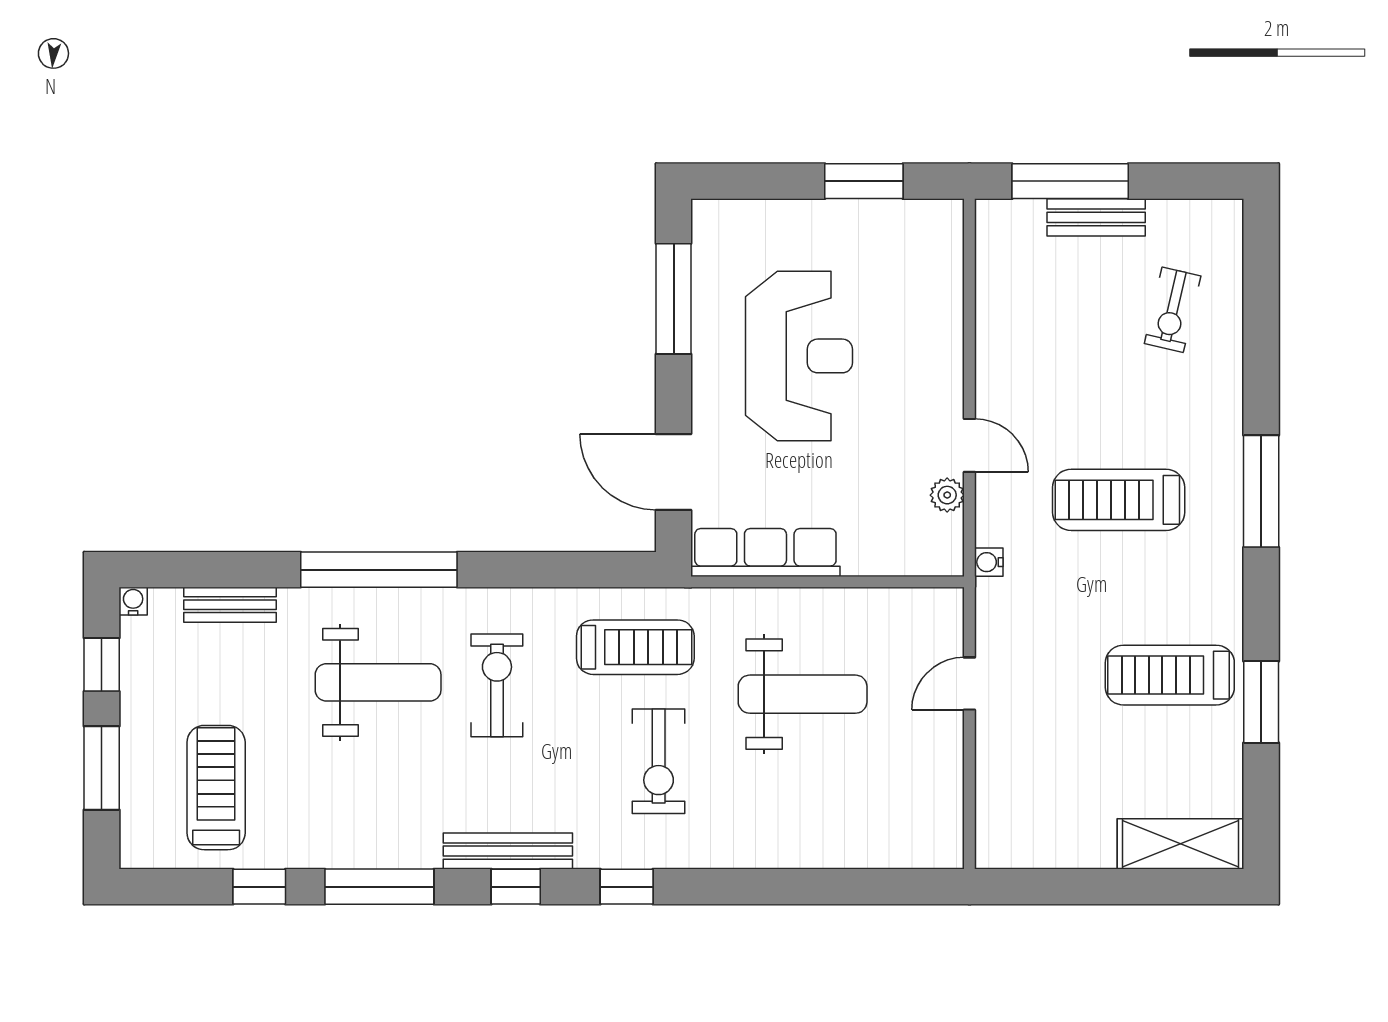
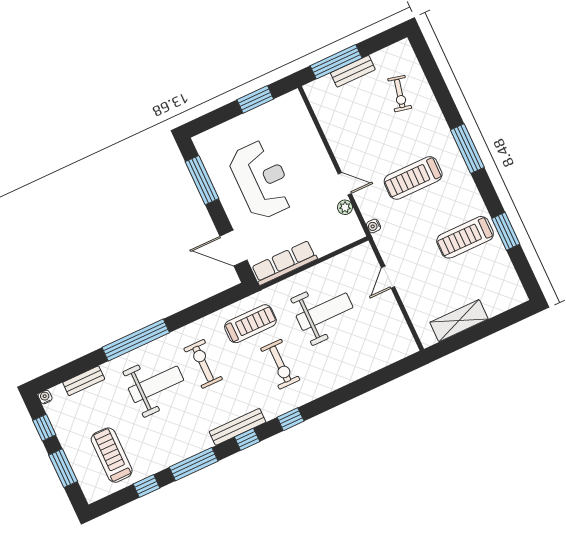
shelving: (1181, 844) -> (459, 321), moved

